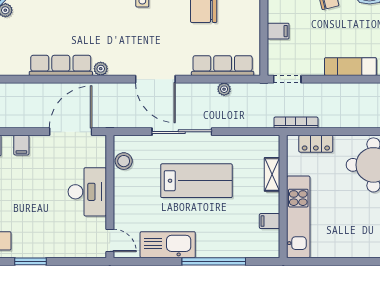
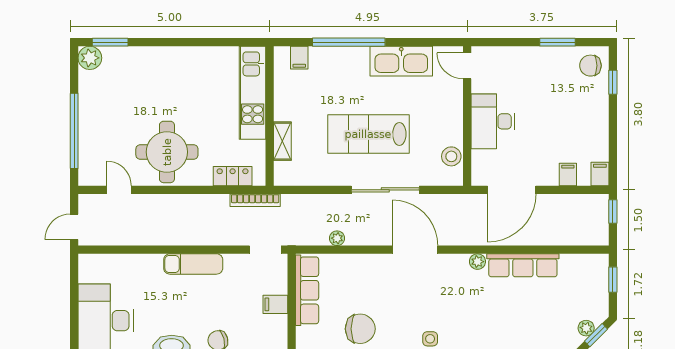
row of seats: (223, 66) -> (307, 290), moved, turned -90
filing cabinet: (270, 221) -> (299, 58), moved, turned 90

